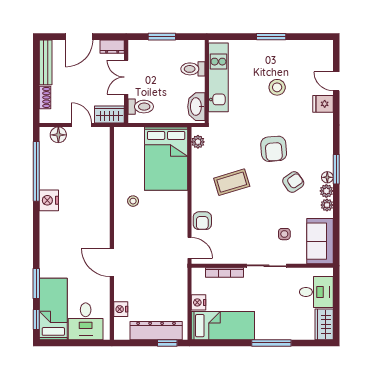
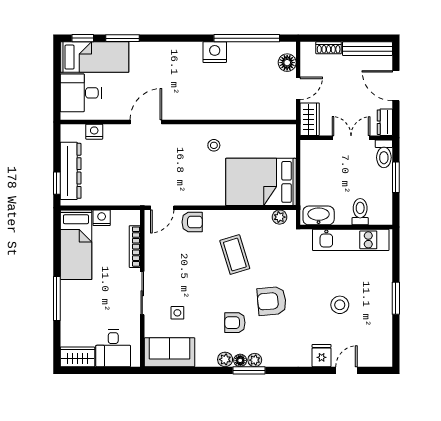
toilet: (141, 107) -> (384, 154), moved
armchair: (293, 182) -> (235, 323), turned 125
plant: (327, 205) -> (255, 360), moved
armchair: (202, 221) -> (192, 222), turned 180

